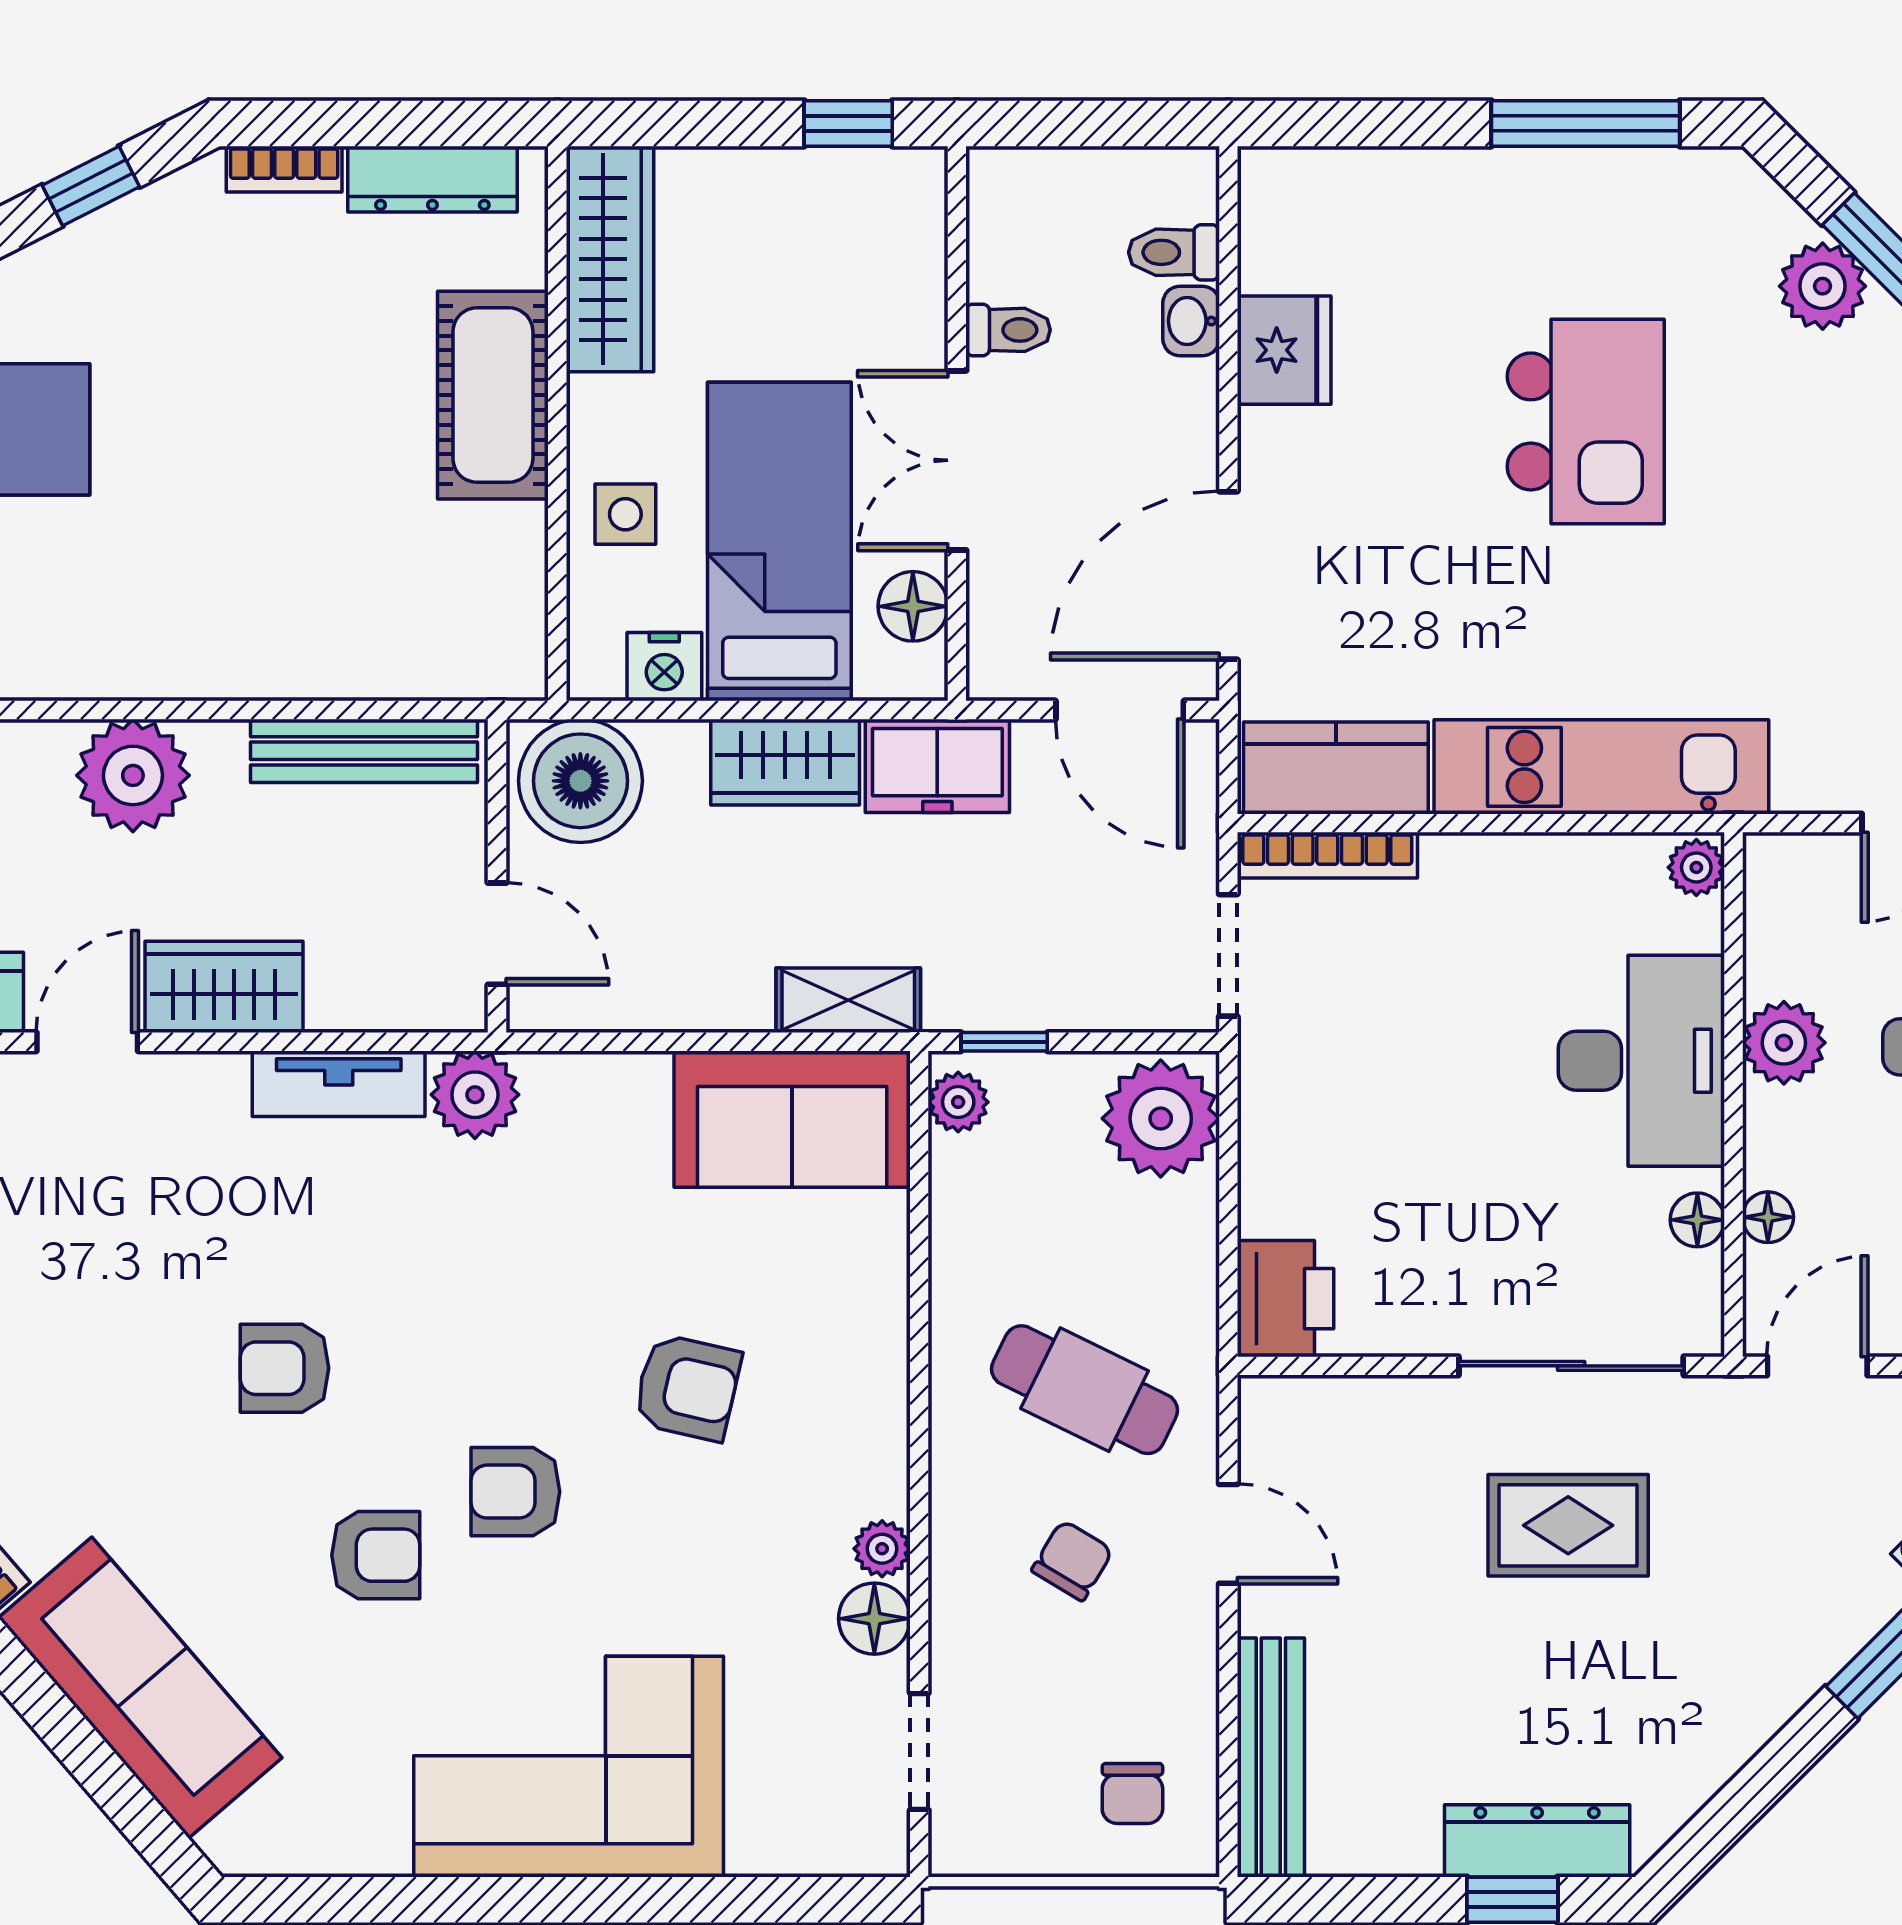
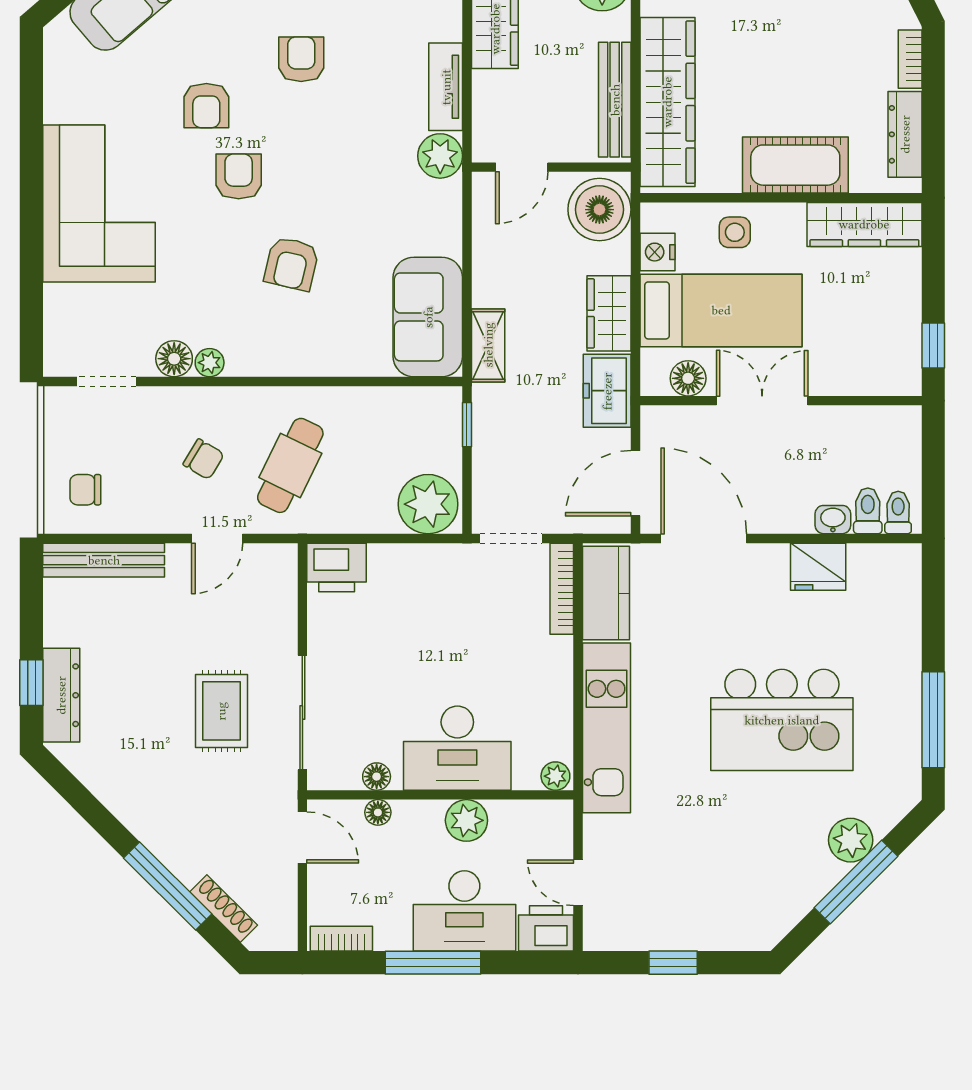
toilet: (1008, 330) -> (898, 512), moved, turned 180
kitchen island: (1586, 421) -> (782, 720), width x1.37, depth x1.28
wardrobe: (369, 647) -> (667, 102), added
plant: (958, 1102) -> (436, 401), removed

